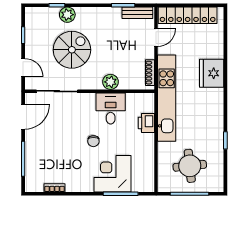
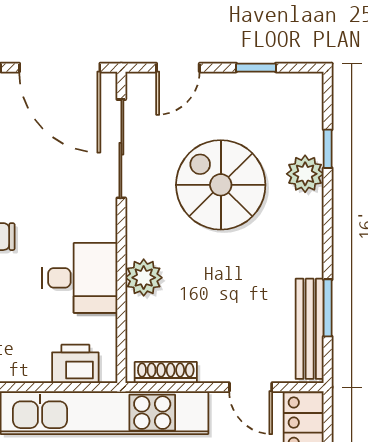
bench: (137, 13) -> (310, 329), width x1.36
spiral stairs: (72, 50) -> (221, 185), turned 180
door: (23, 117) -> (60, 68), width x1.36
printer: (146, 123) -> (75, 364), moved

